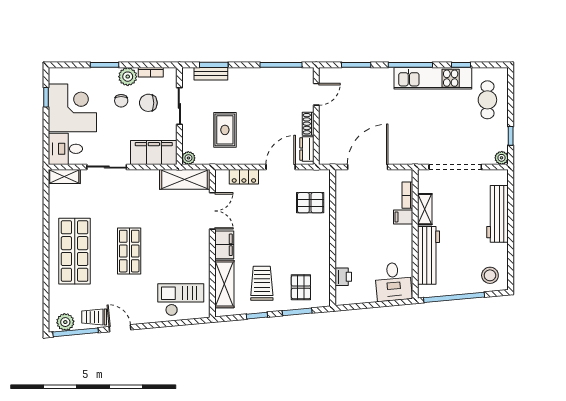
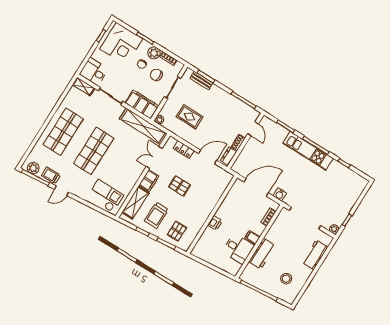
kitchen unit: (433, 78) -> (308, 151), moved
door: (316, 94) -> (253, 129), hinge flipped
cafe table: (487, 100) -> (347, 192), removed
corner desk: (72, 108) -> (121, 44), moved, turned 90
rug: (225, 130) -> (190, 117), turned 90
water cooler: (404, 157) -> (280, 194), added
shelving: (184, 179) -> (143, 126), width x1.47
pallet: (310, 203) -> (179, 186), moved
shelving: (425, 209) -> (273, 231), removed
double door: (212, 211) -> (154, 158), swing flipped
workbench: (498, 214) -> (315, 255), width x0.73
filing cabinet: (403, 217) -> (252, 237), moved
shop shelf: (129, 251) -> (94, 151), width x1.43, depth x1.36
workbench: (428, 255) -> (262, 254), width x0.73
stool: (490, 275) -> (286, 279), moved
printer: (343, 277) -> (215, 223), moved
desk: (393, 282) -> (238, 249), moved, turned -85
trolley: (262, 283) -> (156, 215), turned 180
door: (120, 328) -> (62, 191), swing flipped

